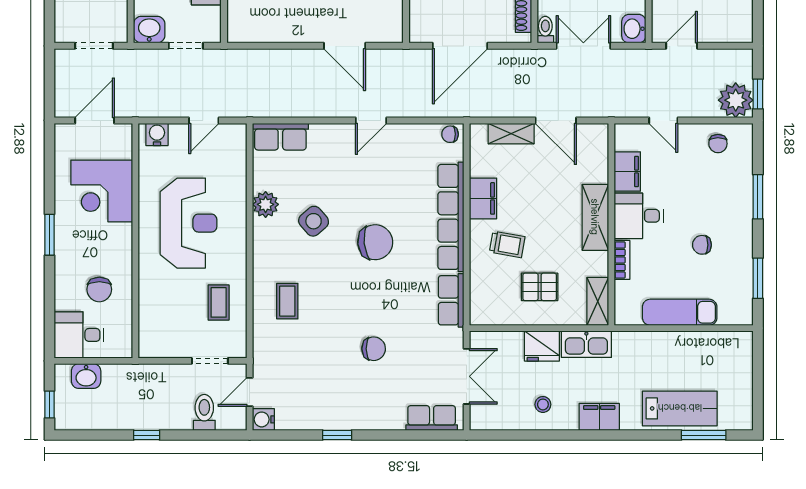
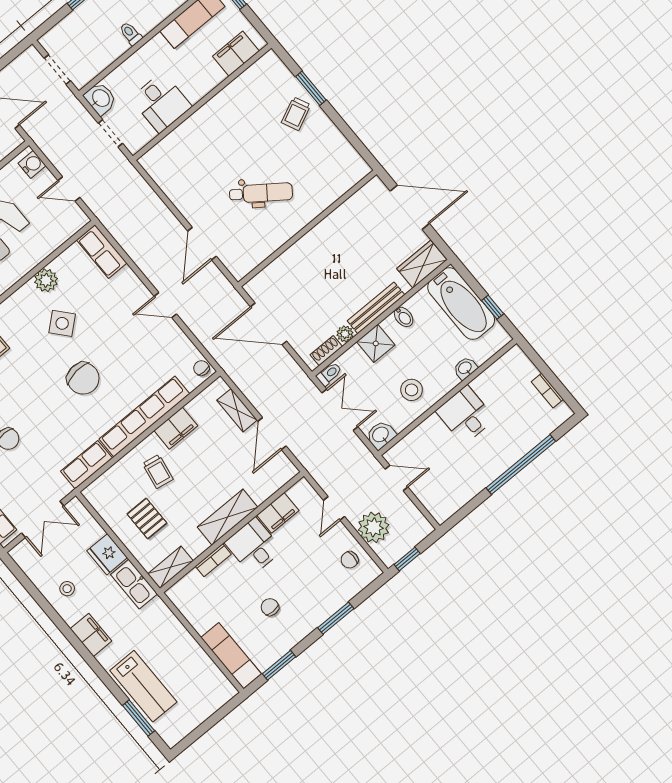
plant: (736, 100) -> (374, 527), moved
exam couch: (680, 312) -> (231, 656), moved

